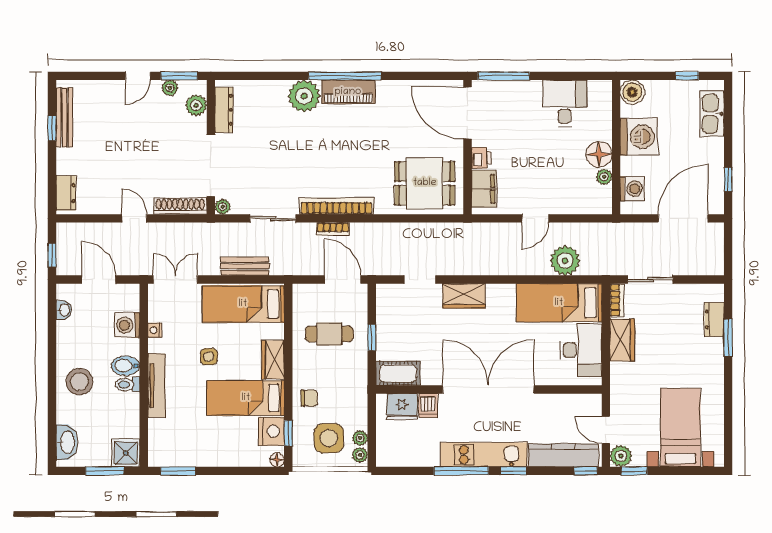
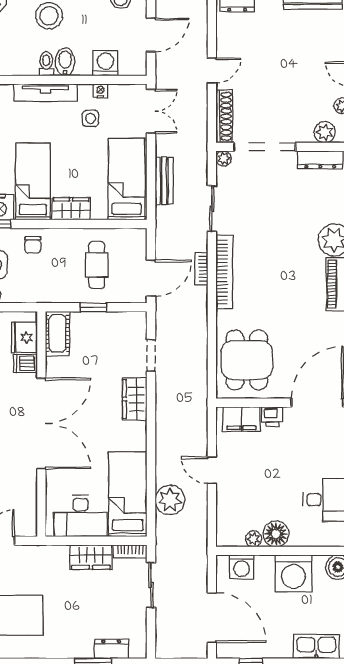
side table: (209, 357) -> (91, 118), moved

